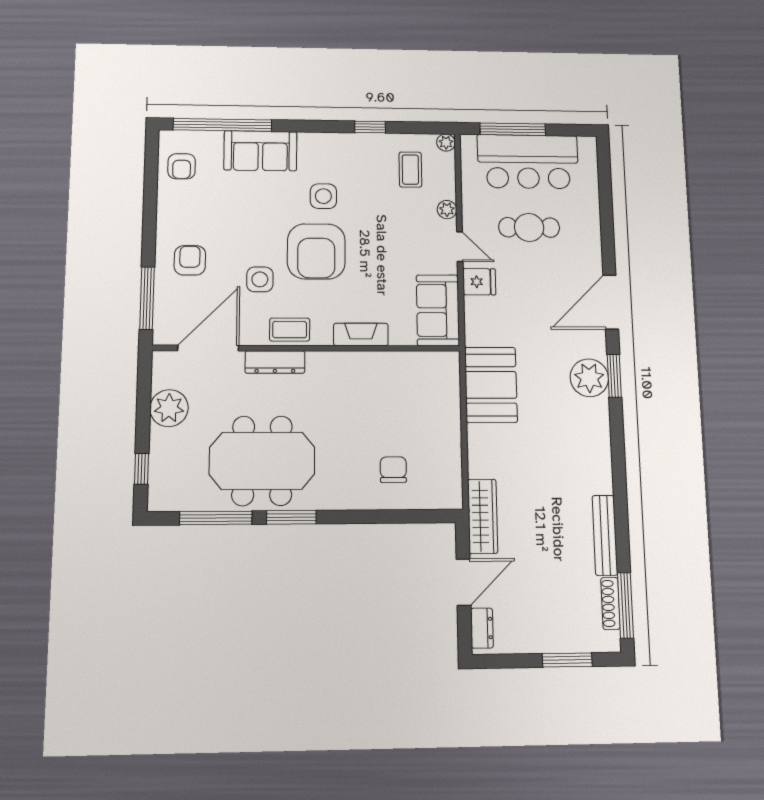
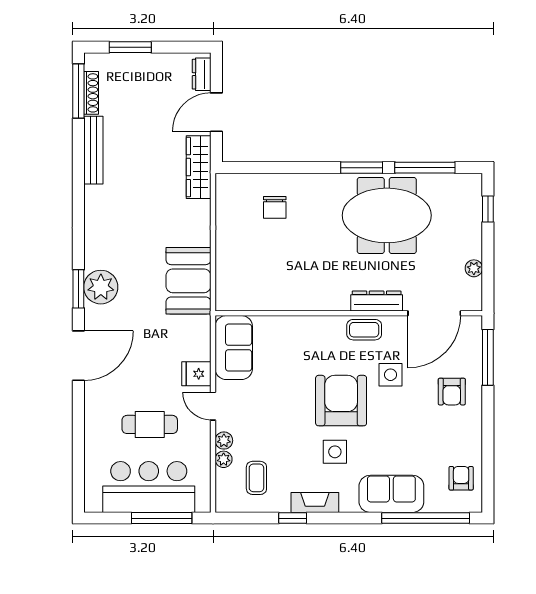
plant: (446, 143) -> (224, 459), moved
fireplace: (361, 334) -> (315, 502), moved, turned 180
plant: (169, 408) -> (474, 268), width x0.53, depth x0.53

